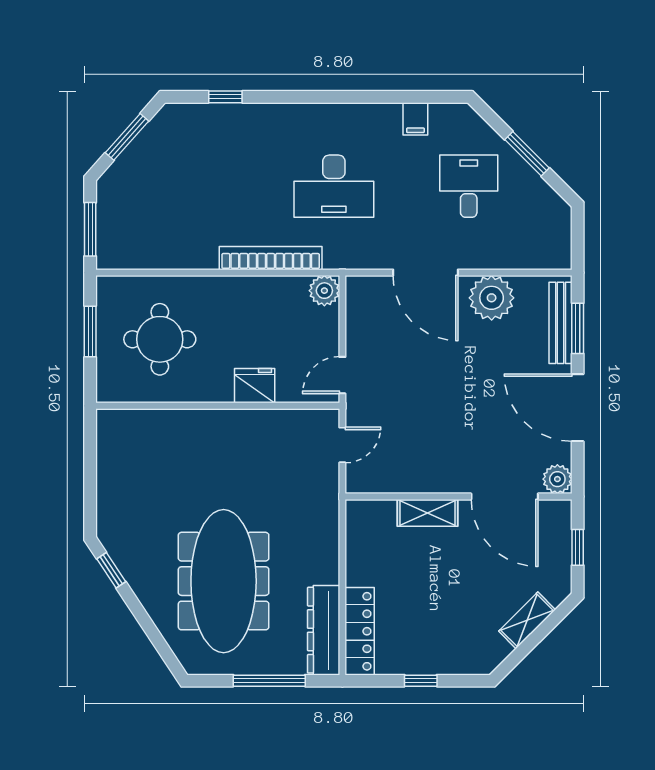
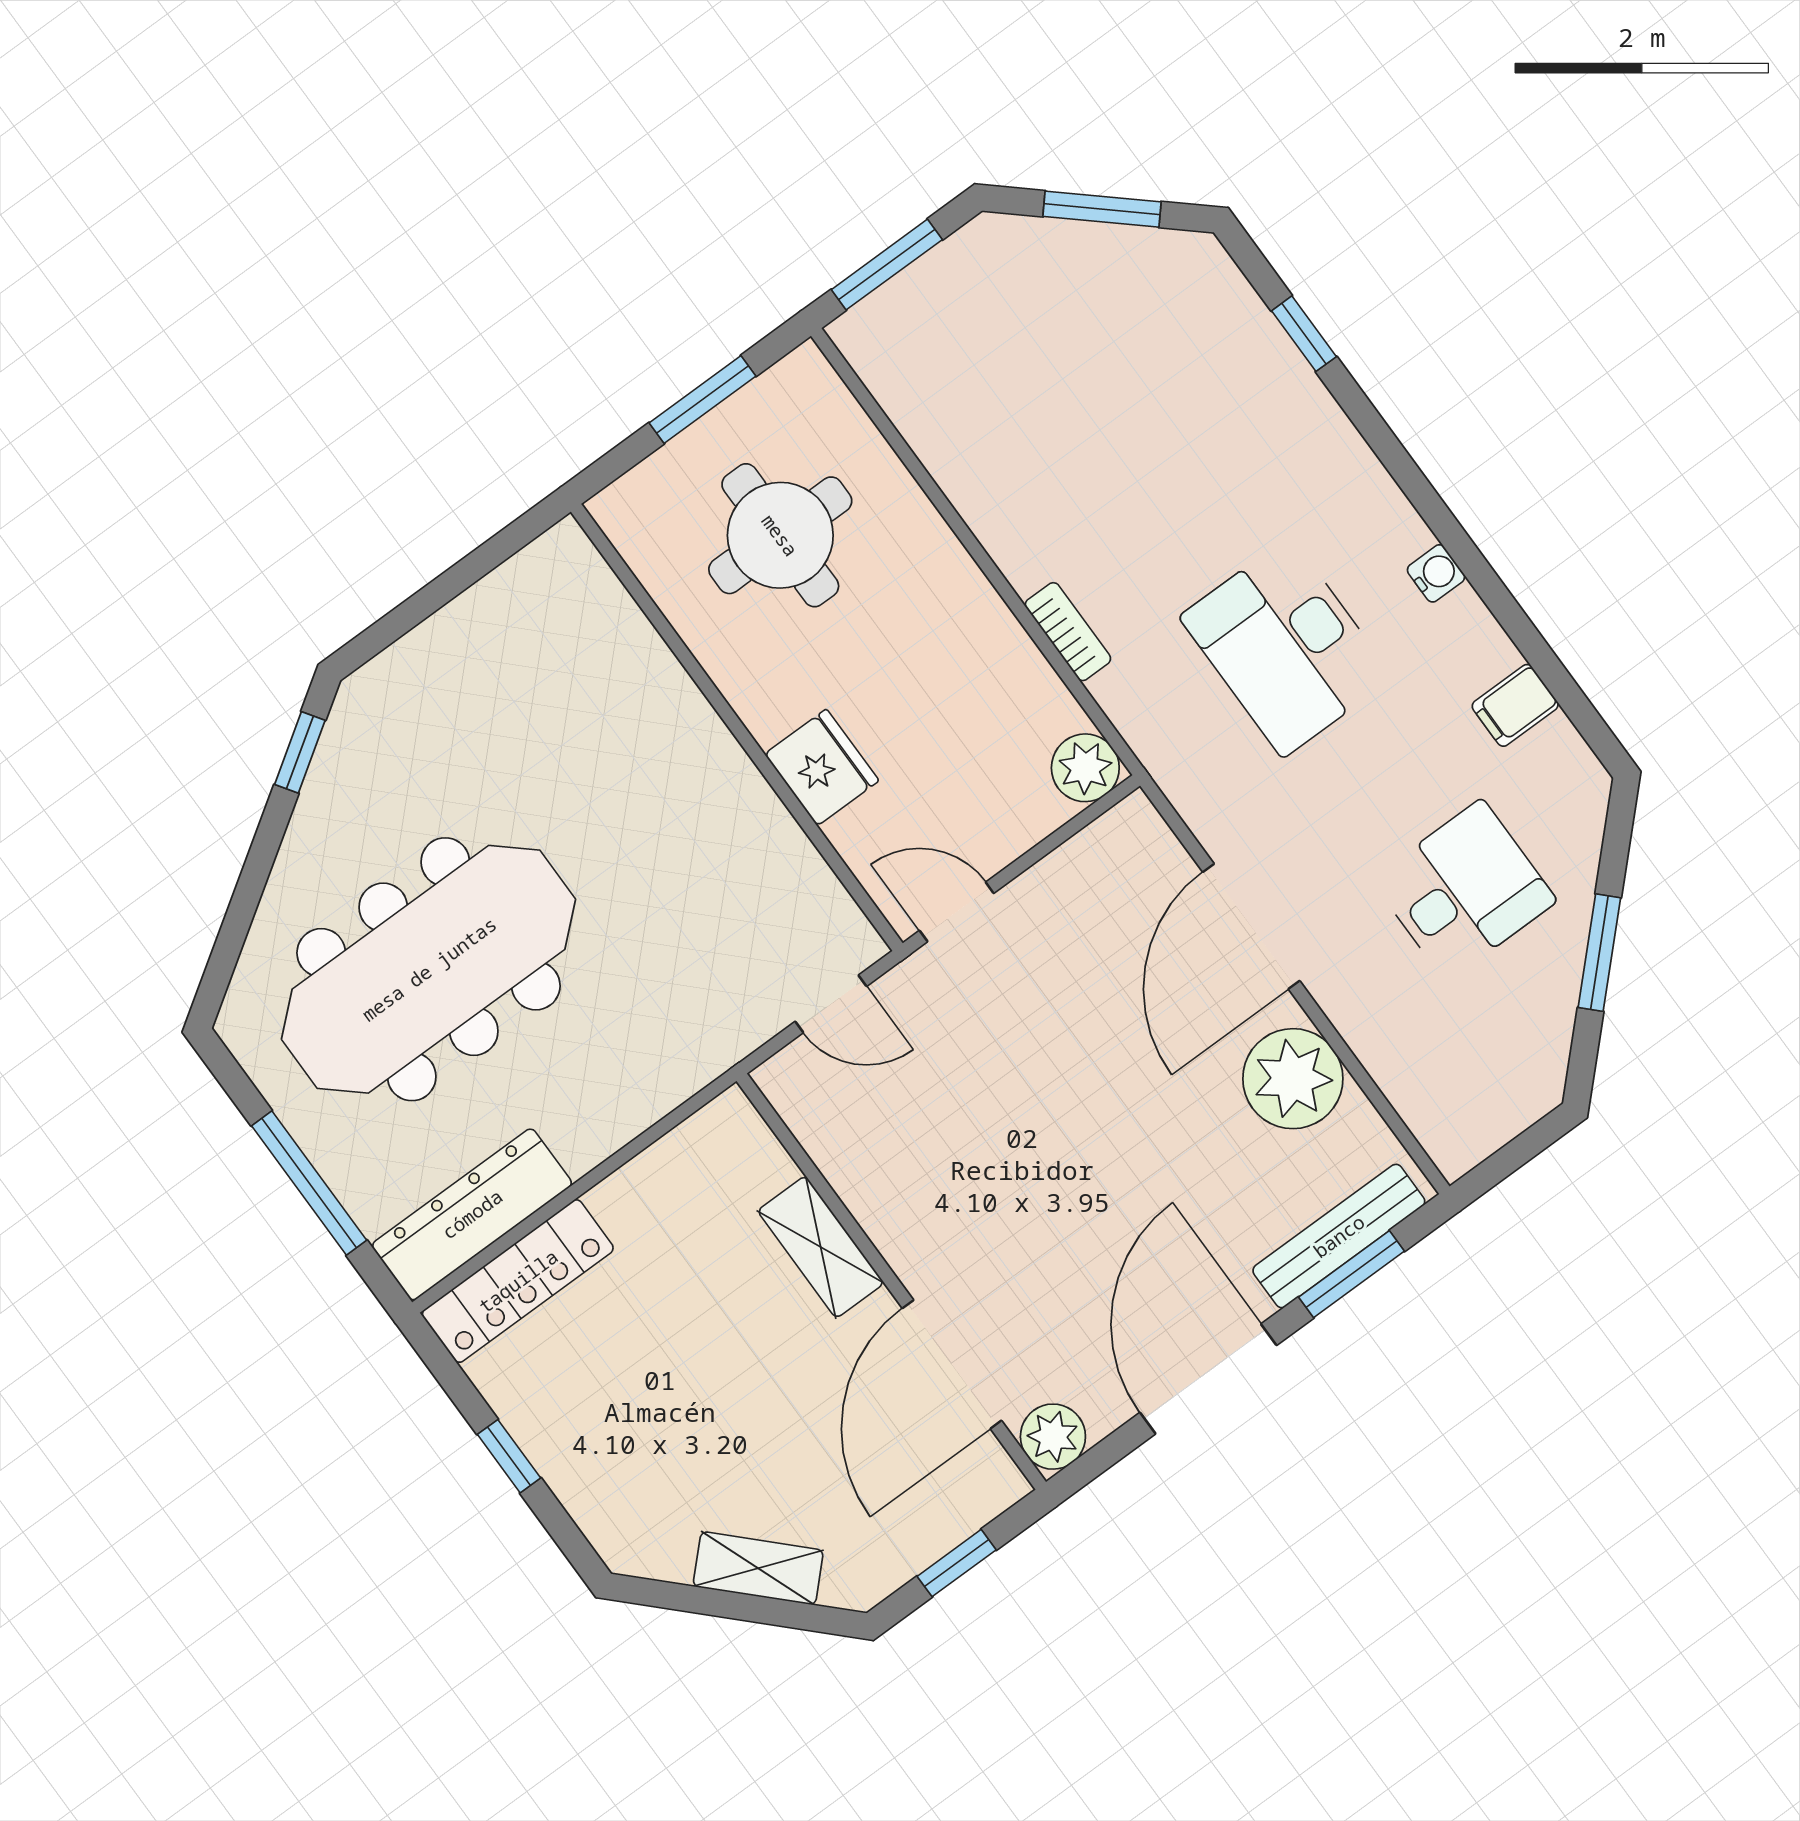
water cooler: (347, 113) -> (1436, 573), added
bookcase: (271, 258) -> (1068, 632), width x0.43, depth x0.76

